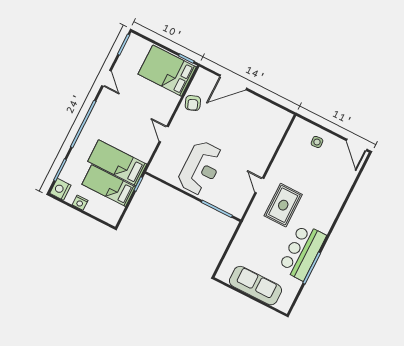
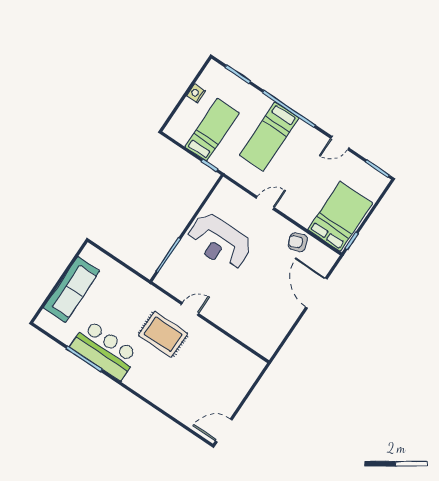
side table: (317, 142) -> (233, 384), removed
bed: (117, 163) -> (269, 136), moved, turned 180
nightstand: (60, 189) -> (215, 72), removed

